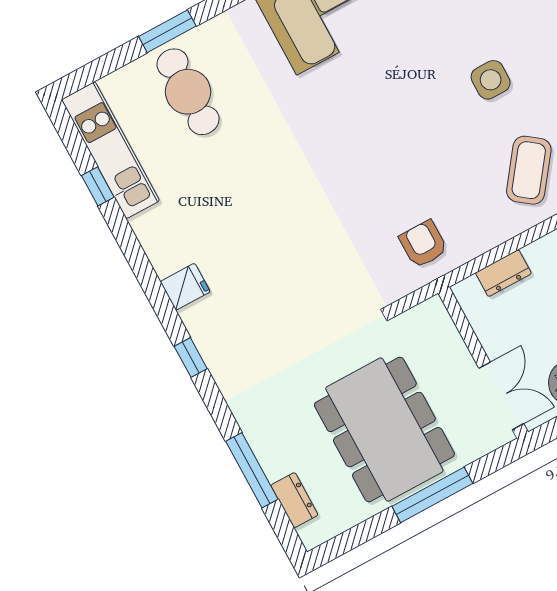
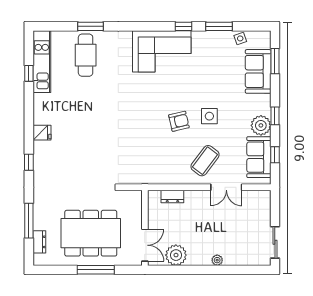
armchair: (423, 244) -> (179, 121), moved, turned 77
dining table: (384, 430) -> (91, 233), turned 90

